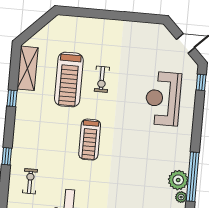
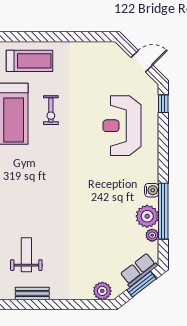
treadmill: (90, 140) -> (30, 61), moved, turned -90
water cooler: (184, 157) -> (152, 190), added

